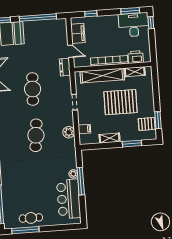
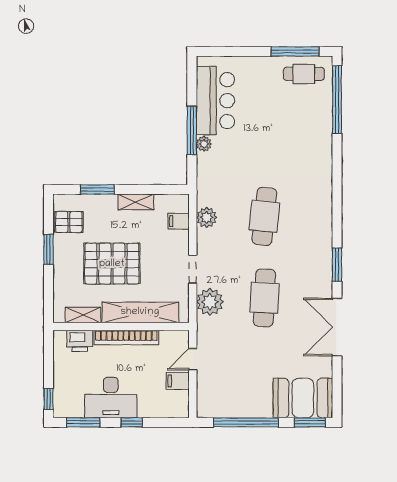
window: (91, 14) -> (132, 422), moved
desk: (134, 25) -> (111, 398), moved
filing cabinet: (78, 33) -> (178, 381), width x0.50
door: (71, 51) -> (193, 359), hinge flipped
dresser: (65, 67) -> (205, 332), removed
plant: (63, 85) -> (210, 302), added
window: (158, 120) -> (49, 249), moved
cafe table: (31, 218) -> (304, 74), moved

